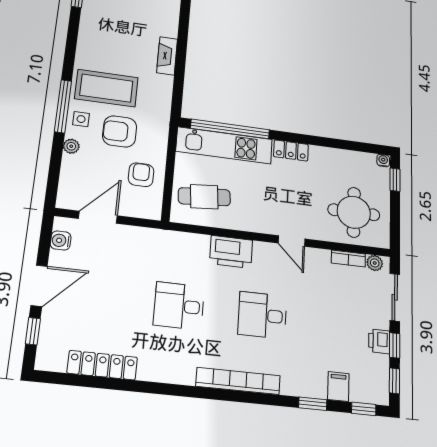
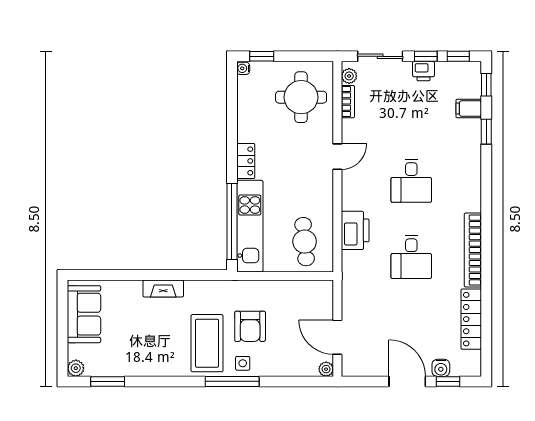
plant: (71, 146) -> (326, 369), moved
armchair: (141, 175) -> (291, 302), removed
water cooler: (61, 240) -> (441, 368), moved
printer: (231, 252) -> (355, 230), moved
bookcase: (238, 381) -> (473, 250), moved

